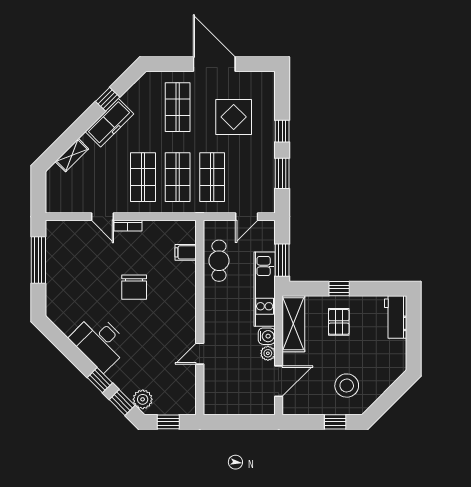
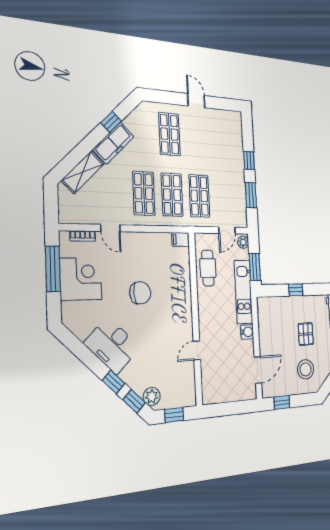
door: (214, 64) -> (196, 101), width x0.53
display table: (234, 117) -> (213, 146), removed
shelving: (72, 155) -> (83, 172), width x1.50, depth x1.33
bookcase: (128, 226) -> (83, 236), moved
filing cabinet: (186, 252) -> (181, 239), moved
corner desk: (68, 271) -> (81, 279), added
chair: (134, 287) -> (140, 293), turned -94
pallet: (339, 322) -> (306, 334), moved
shelving: (293, 324) -> (266, 320), removed
plant: (268, 353) -> (243, 242), moved
window: (335, 422) -> (282, 402), moved

